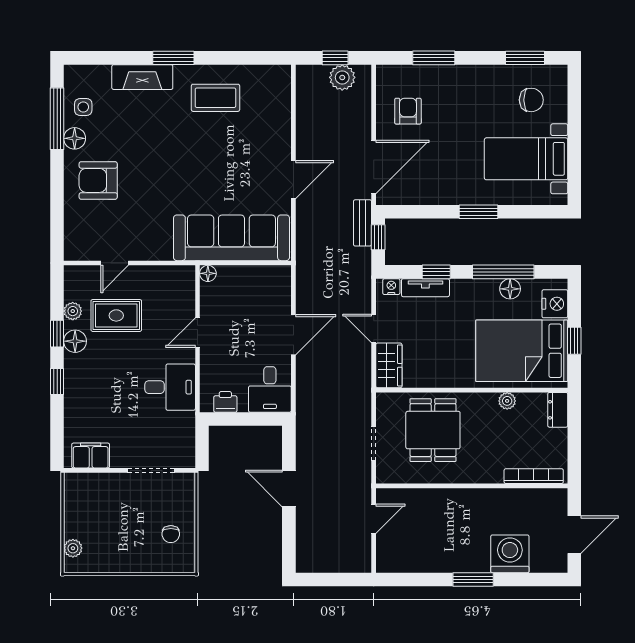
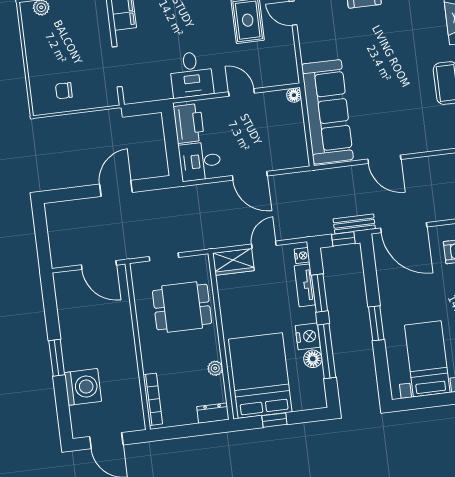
window: (436, 272) -> (320, 293), width x1.50
nightstand: (555, 304) -> (308, 336), moved, turned -90
printer: (225, 402) -> (189, 123), width x1.87, depth x1.48
door: (374, 519) -> (99, 265), width x1.38

